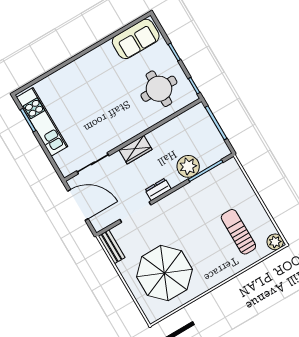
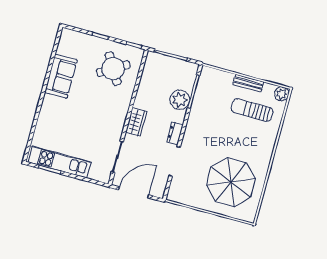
sofa: (136, 39) -> (61, 76), moved
round table: (159, 89) -> (113, 69), turned -31
bench: (112, 247) -> (248, 83), moved

